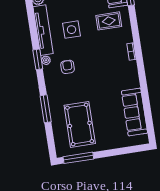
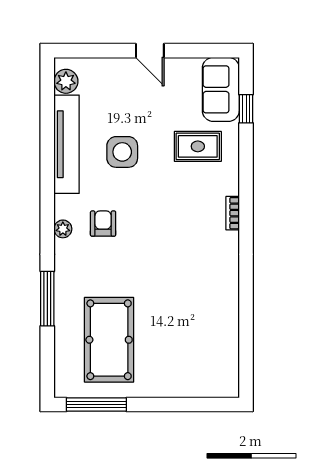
window: (38, 59) -> (47, 200), removed
plant: (46, 60) -> (63, 229), moved
sofa: (135, 112) -> (220, 332), removed

